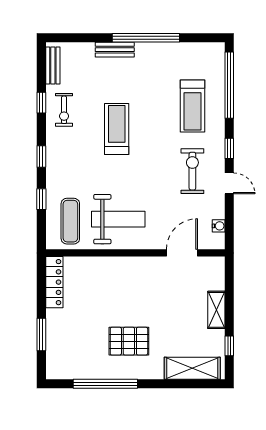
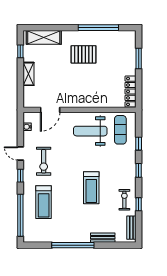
bench: (115, 50) -> (103, 238), moved
treadmill: (193, 106) -> (44, 202), turned 180

